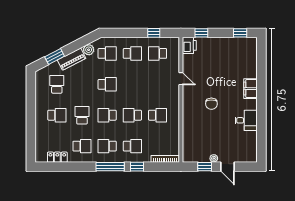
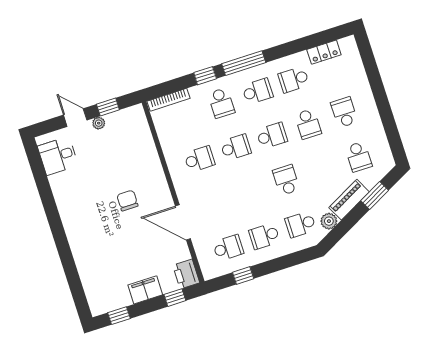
door: (181, 79) -> (183, 222), width x1.88
school desk: (107, 84) -> (286, 180), turned 90
filing cabinet: (251, 89) -> (145, 290), moved, turned -90
school desk: (57, 115) -> (344, 112), turned 90
school desk: (158, 115) -> (199, 159), turned 180
desk: (246, 120) -> (58, 156), moved
school desk: (132, 146) -> (221, 103), turned -90

